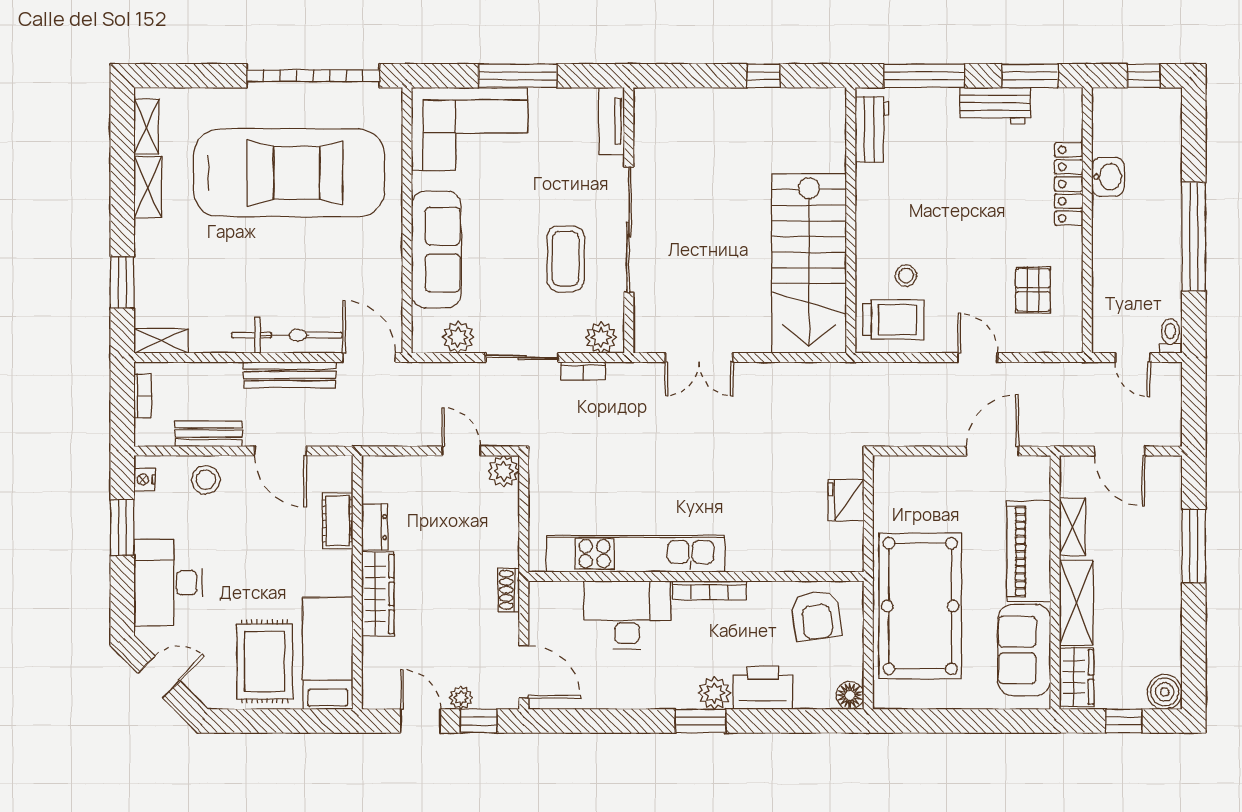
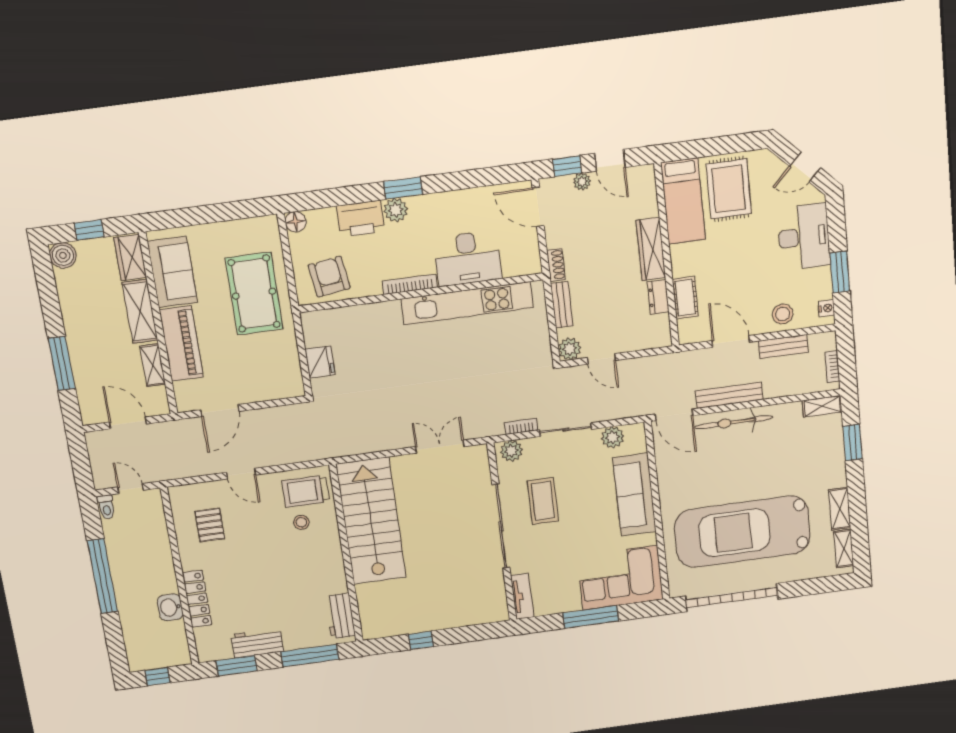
bench: (507, 534) -> (562, 305), added
pool table: (920, 606) -> (254, 294), width x0.73, depth x0.76

